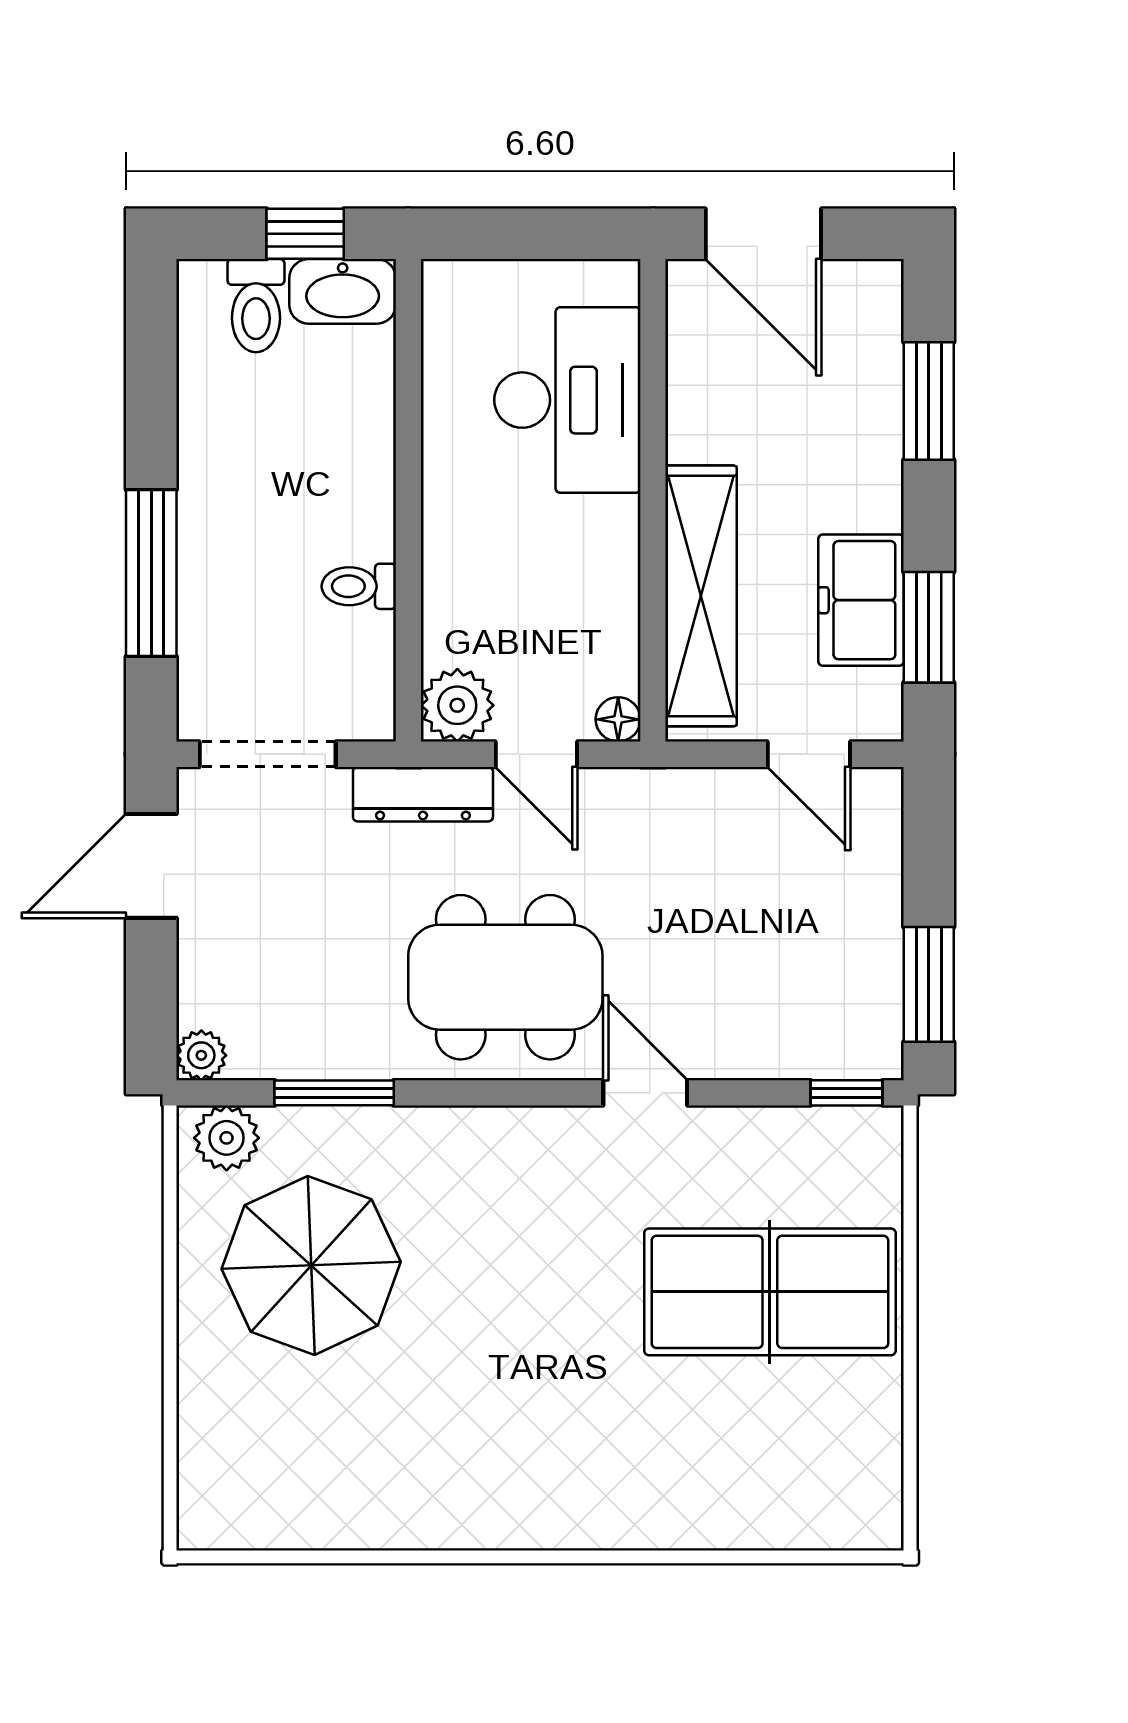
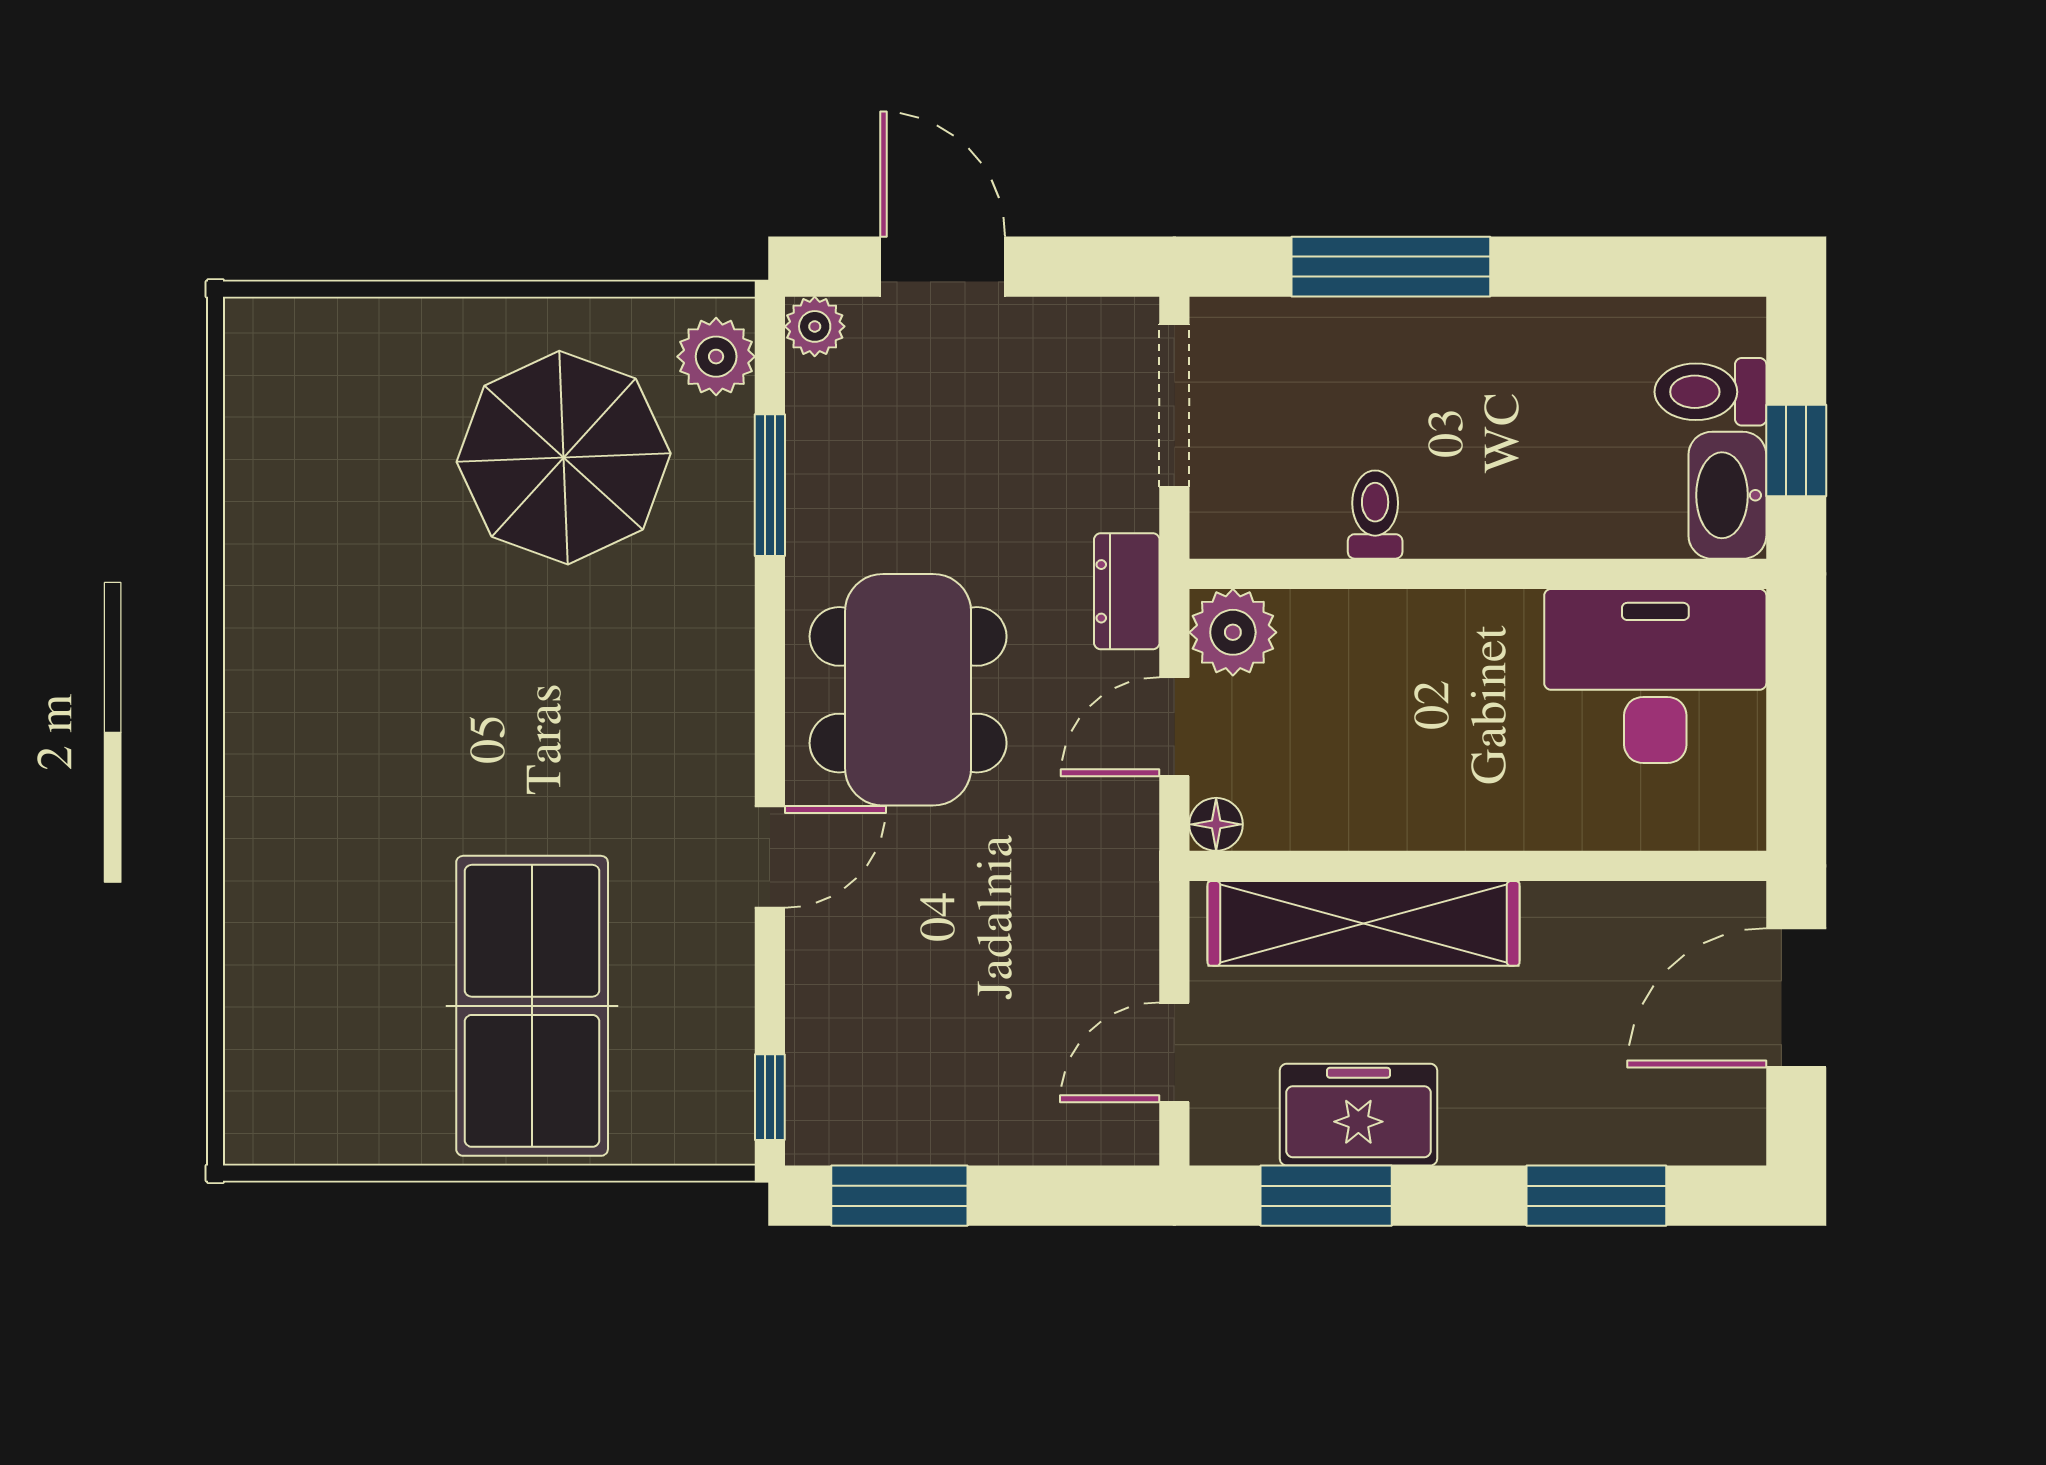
desk: (567, 400) -> (1655, 676), moved, turned 180
dresser: (423, 794) -> (1127, 591), width x0.70
door: (151, 866) -> (943, 267), moved

